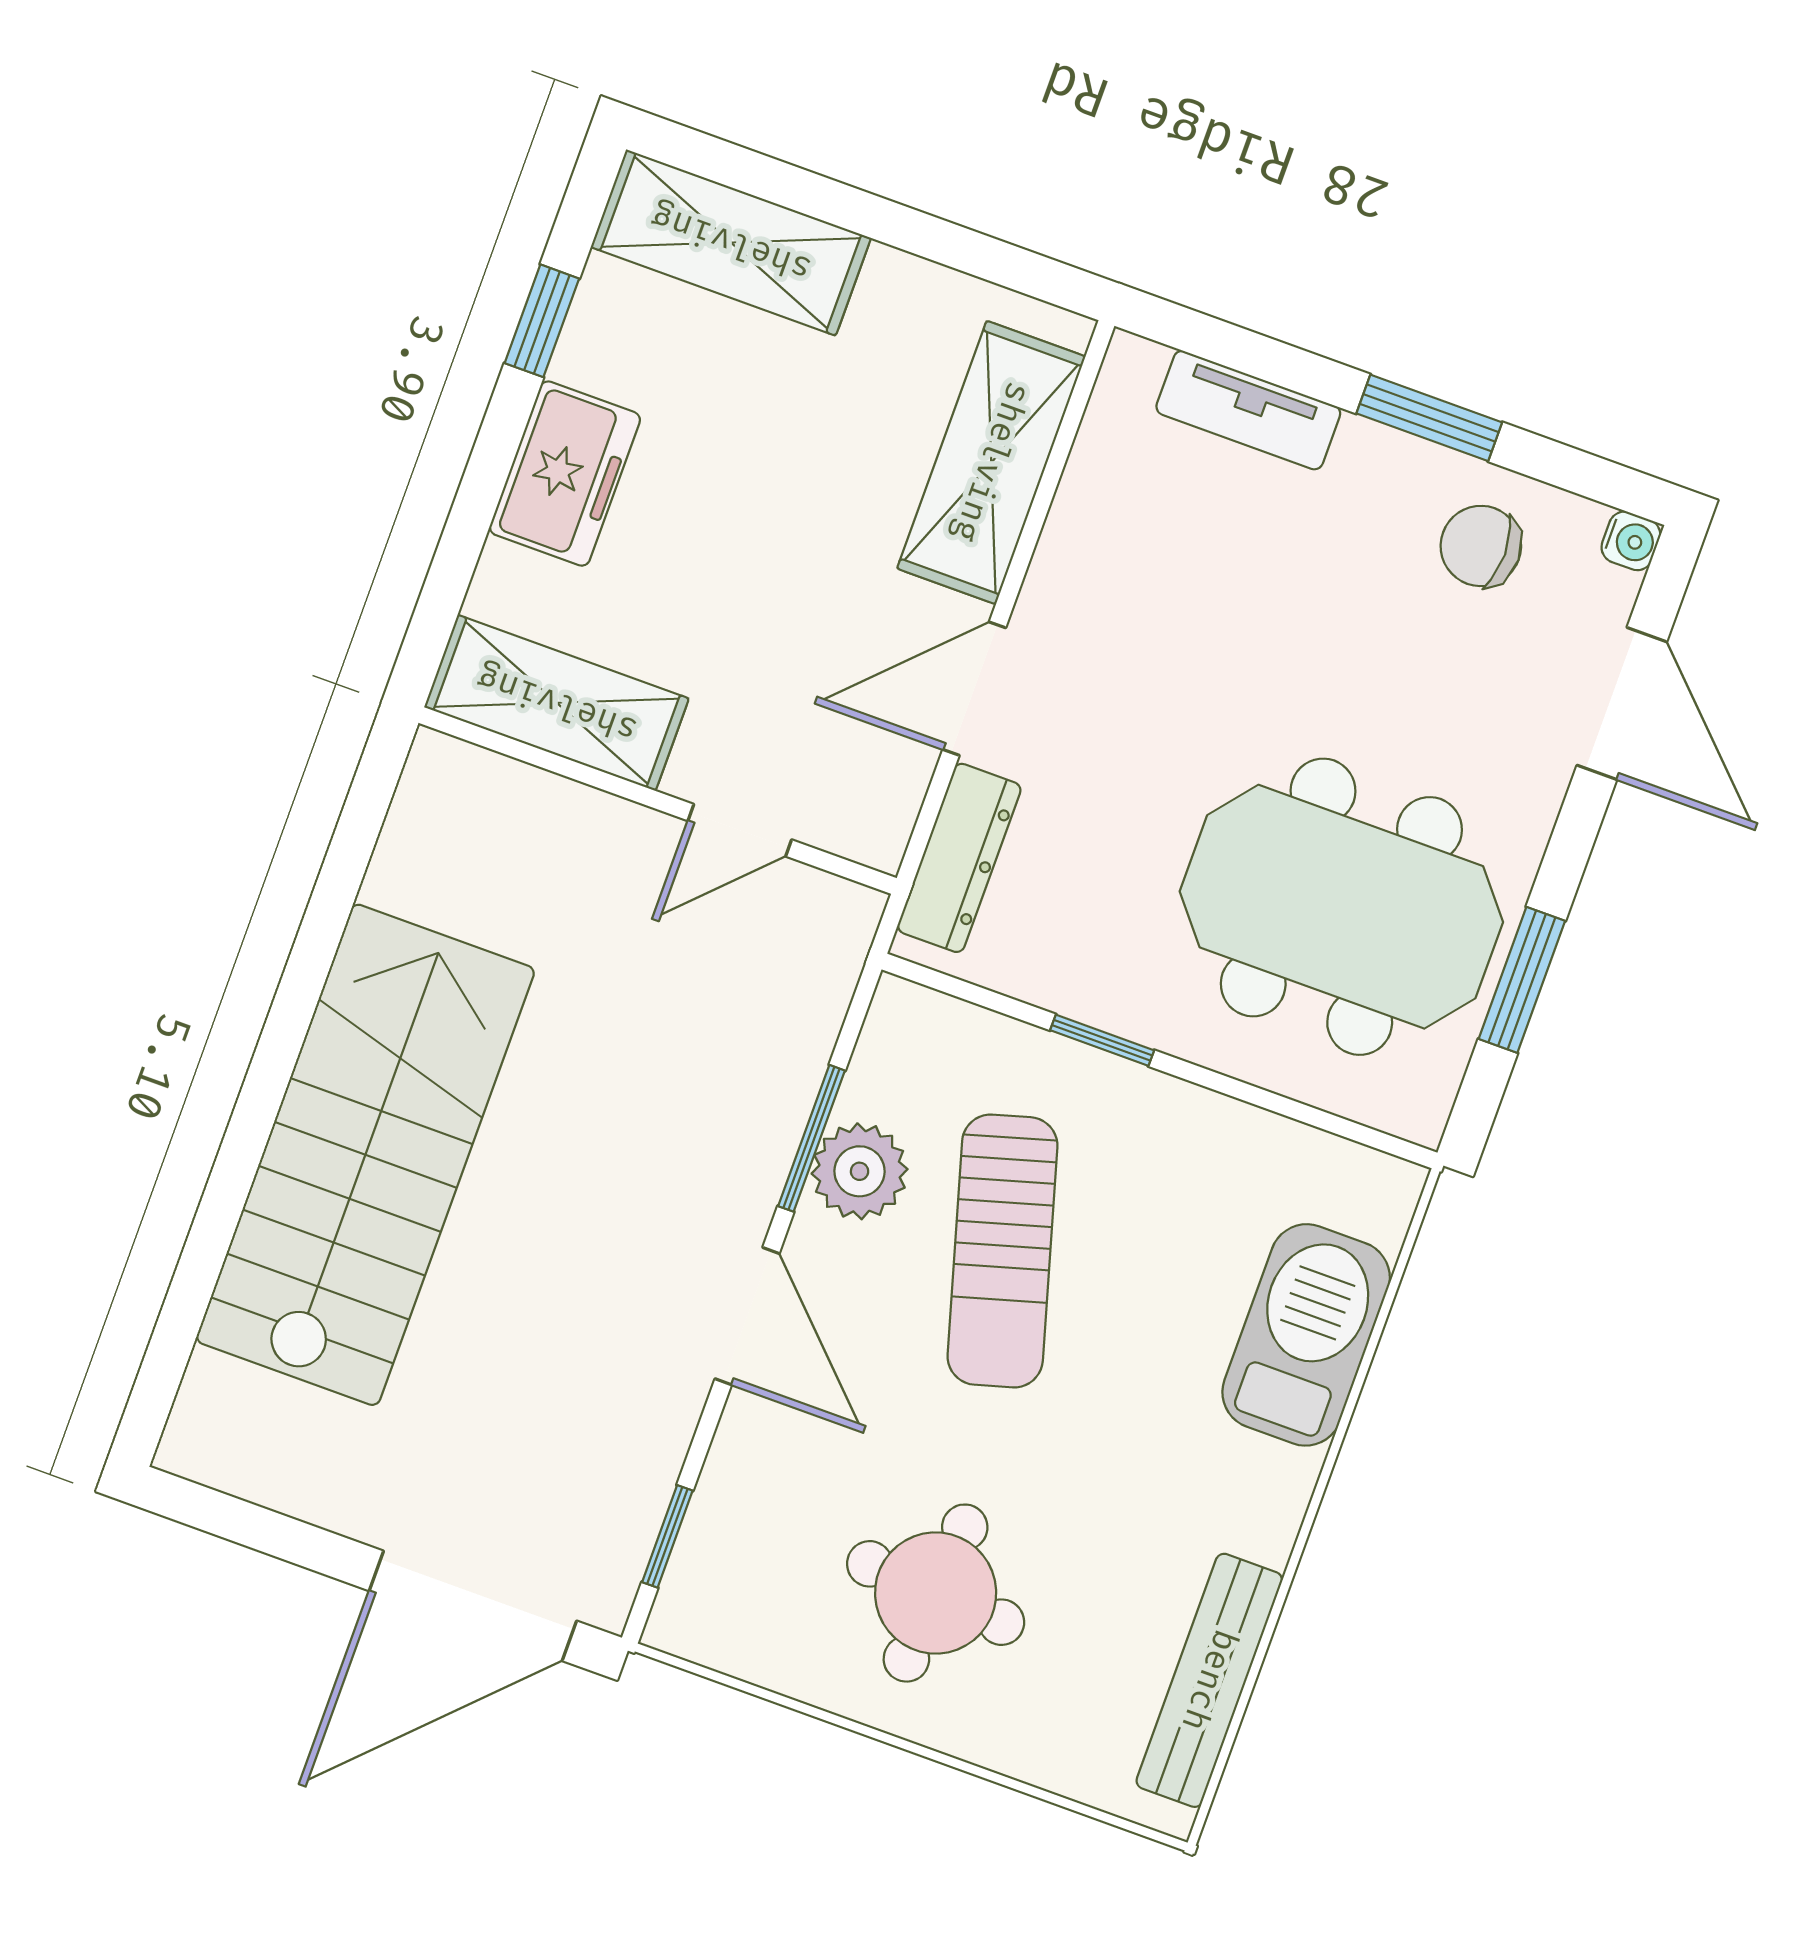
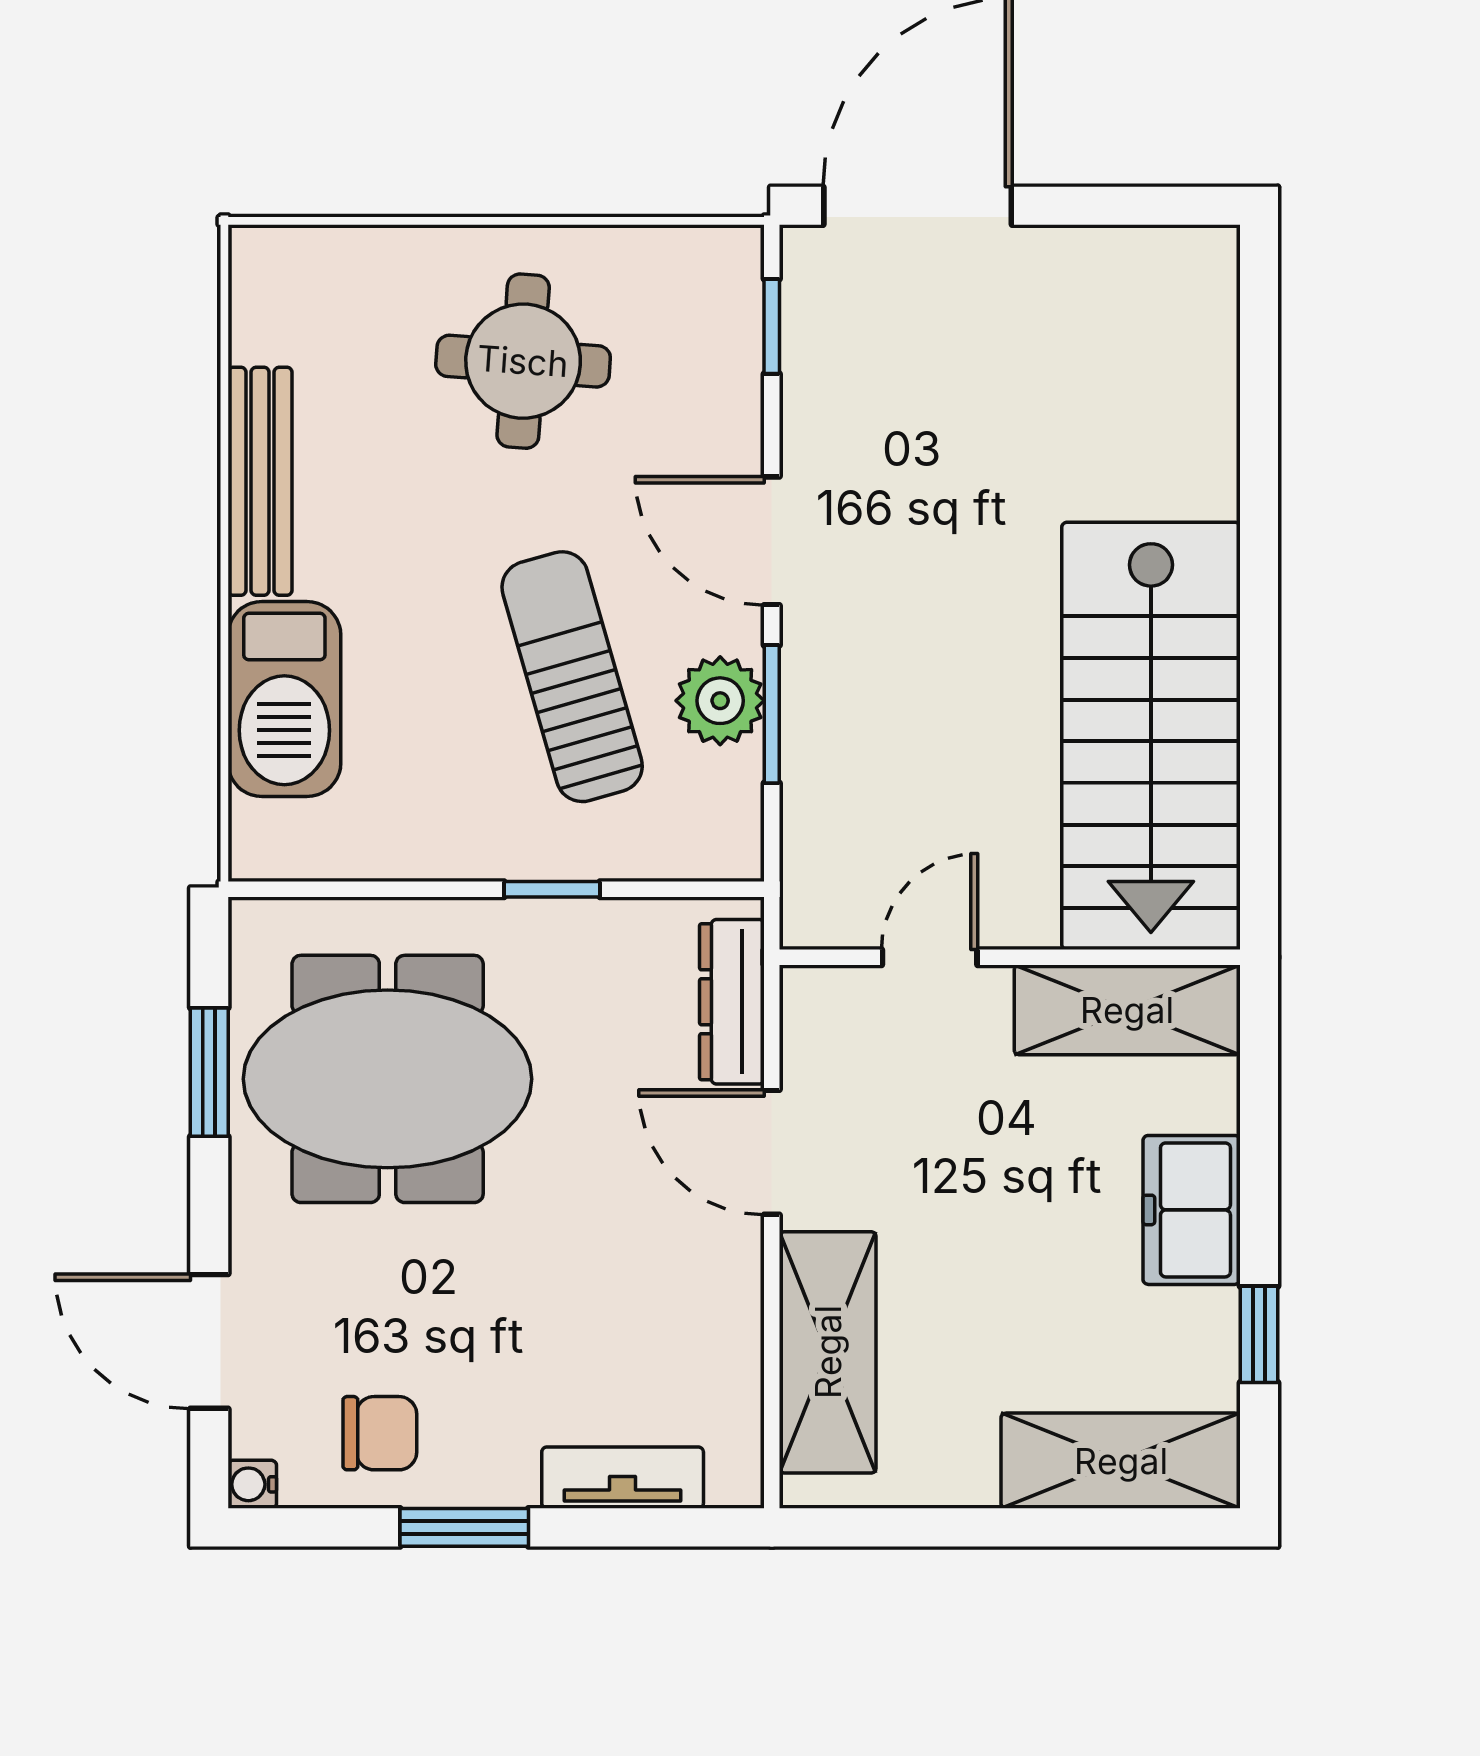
door: (974, 689) -> (772, 1152), swing flipped
stairs: (365, 1155) -> (1151, 736), moved
bench: (1209, 1680) -> (260, 481), moved

